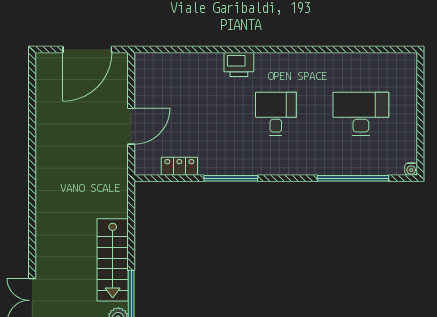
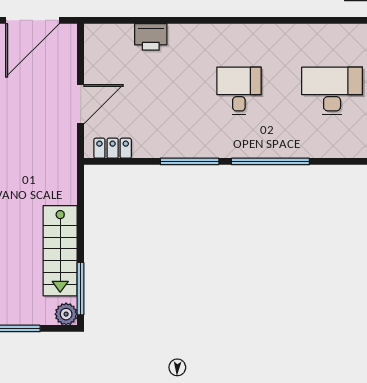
printer: (239, 65) -> (151, 37), moved
locker: (179, 166) -> (113, 148), moved
window: (353, 178) -> (270, 161), moved

